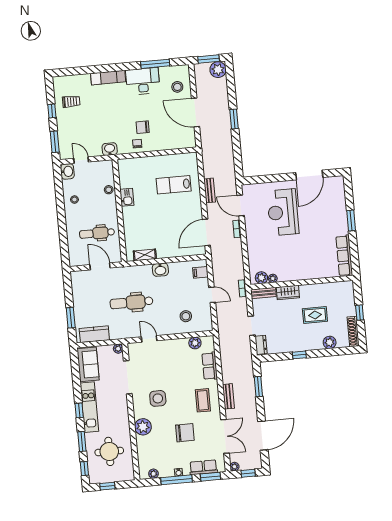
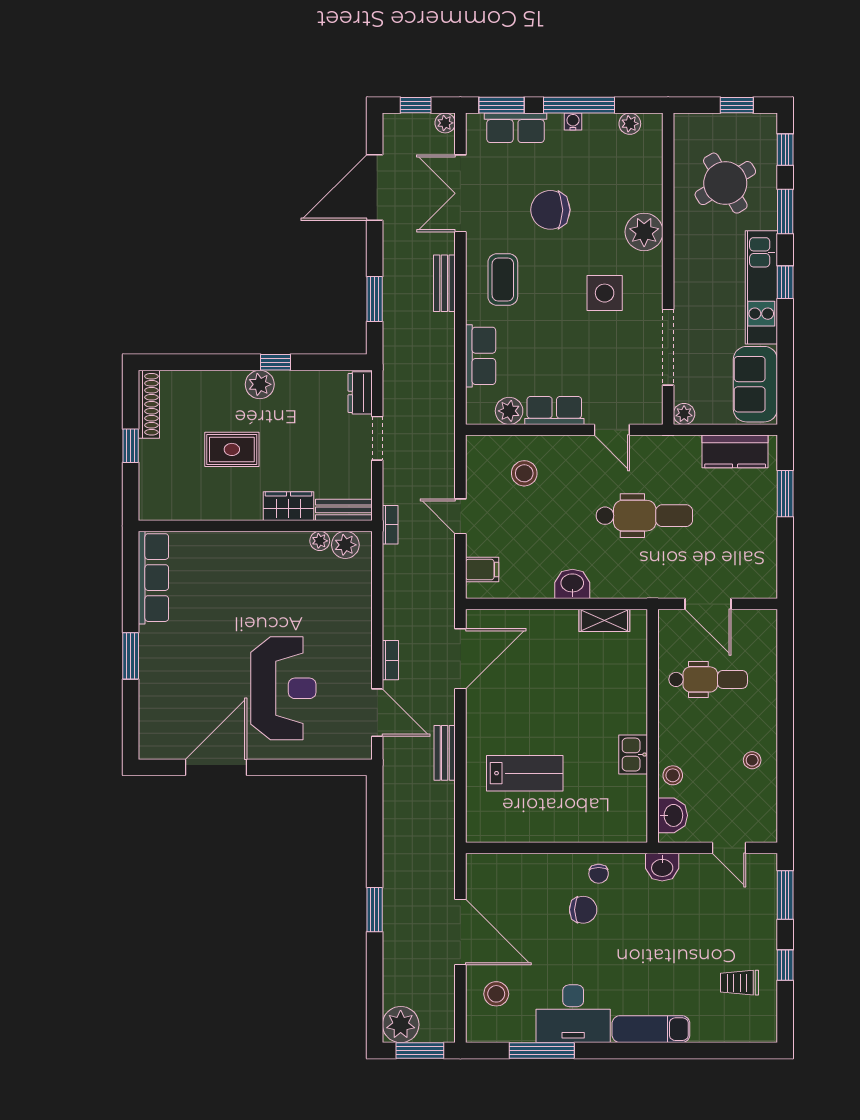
washbasin: (67, 171) -> (673, 815), moved, turned 180
plant: (330, 342) -> (260, 384), moved
row of seats: (175, 345) -> (554, 411), added
round table: (109, 451) -> (725, 183), turned -31

